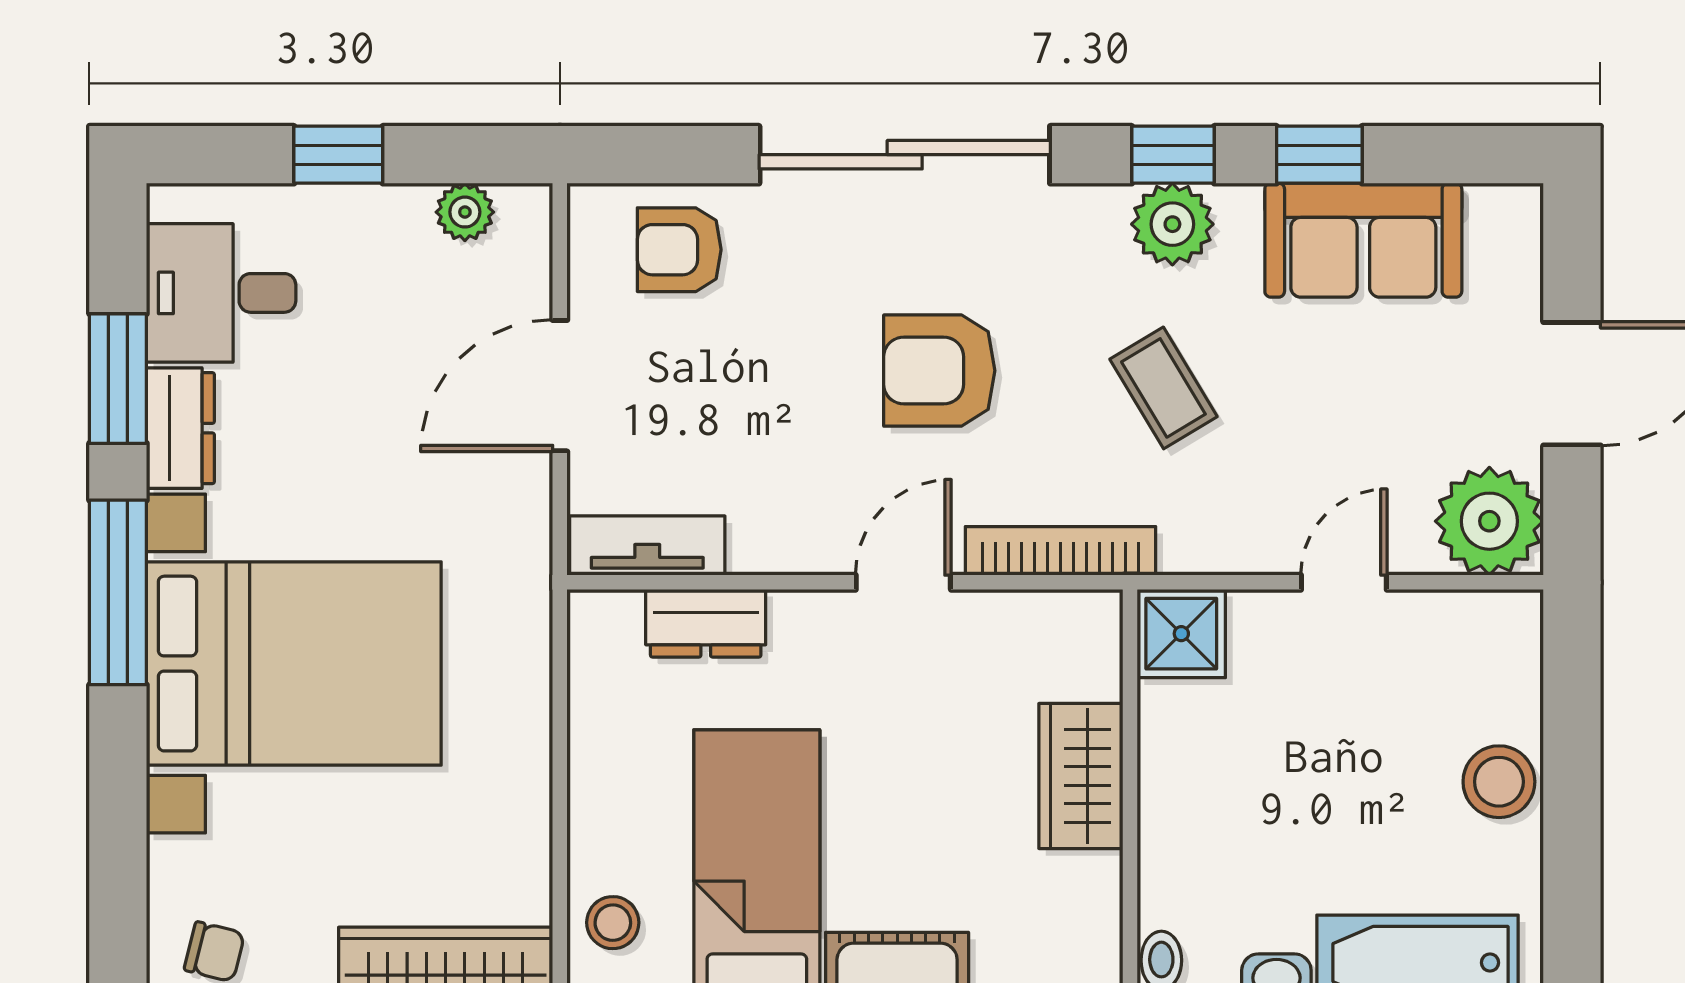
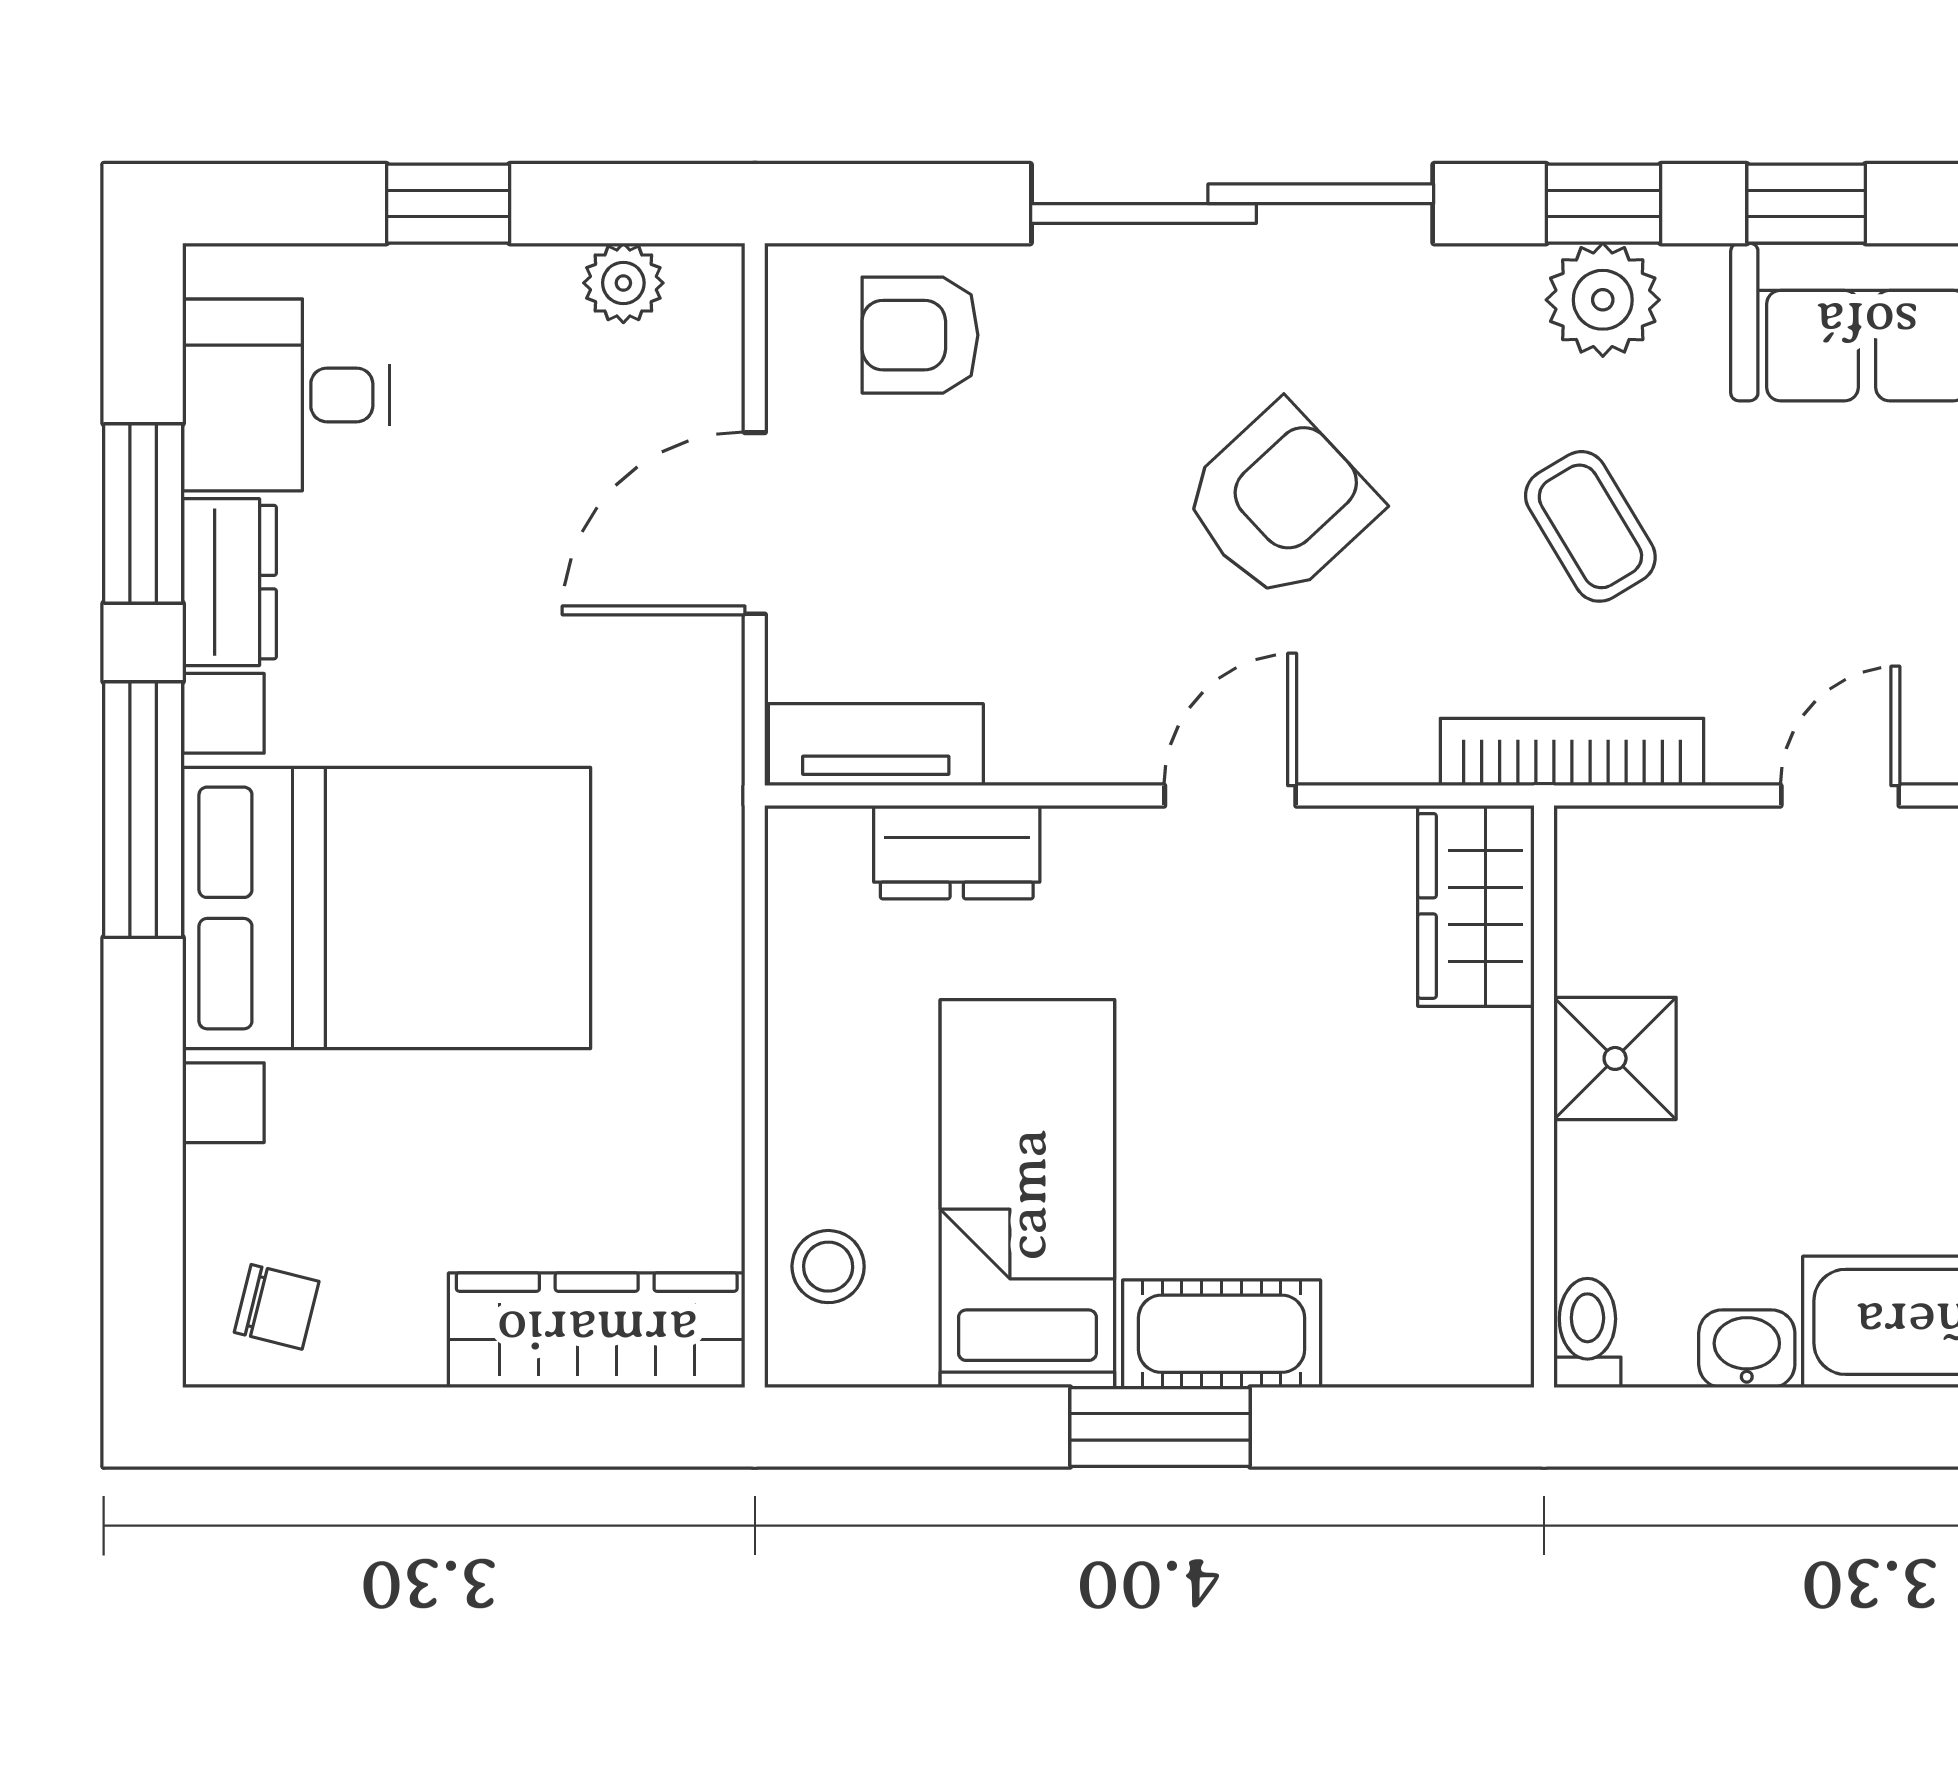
armchair: (939, 371) -> (1280, 502), turned 137
bookcase: (1061, 551) -> (1572, 752), moved
shower: (1181, 634) -> (1615, 1058), moved
wardrobe: (1081, 776) -> (1476, 906), moved

